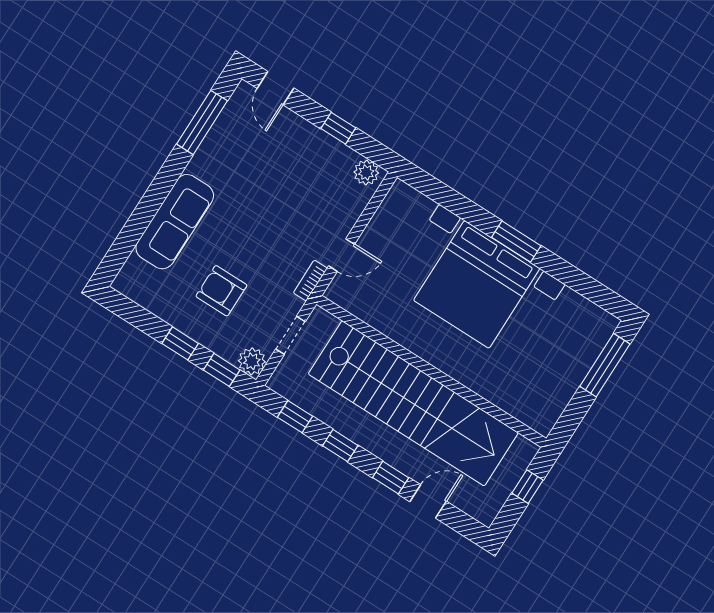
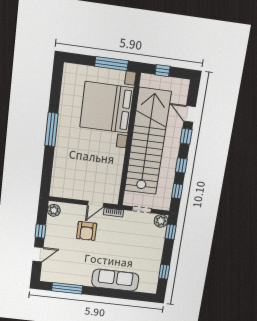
door: (275, 88) -> (38, 254), moved
window: (516, 242) -> (51, 129), width x1.44
door: (342, 255) -> (96, 204), swing flipped
bed with nightstands: (477, 284) -> (107, 107), moved, turned 180
armchair: (221, 291) -> (87, 231), moved
window: (180, 343) -> (164, 272), moved
window: (605, 365) -> (111, 64), moved

